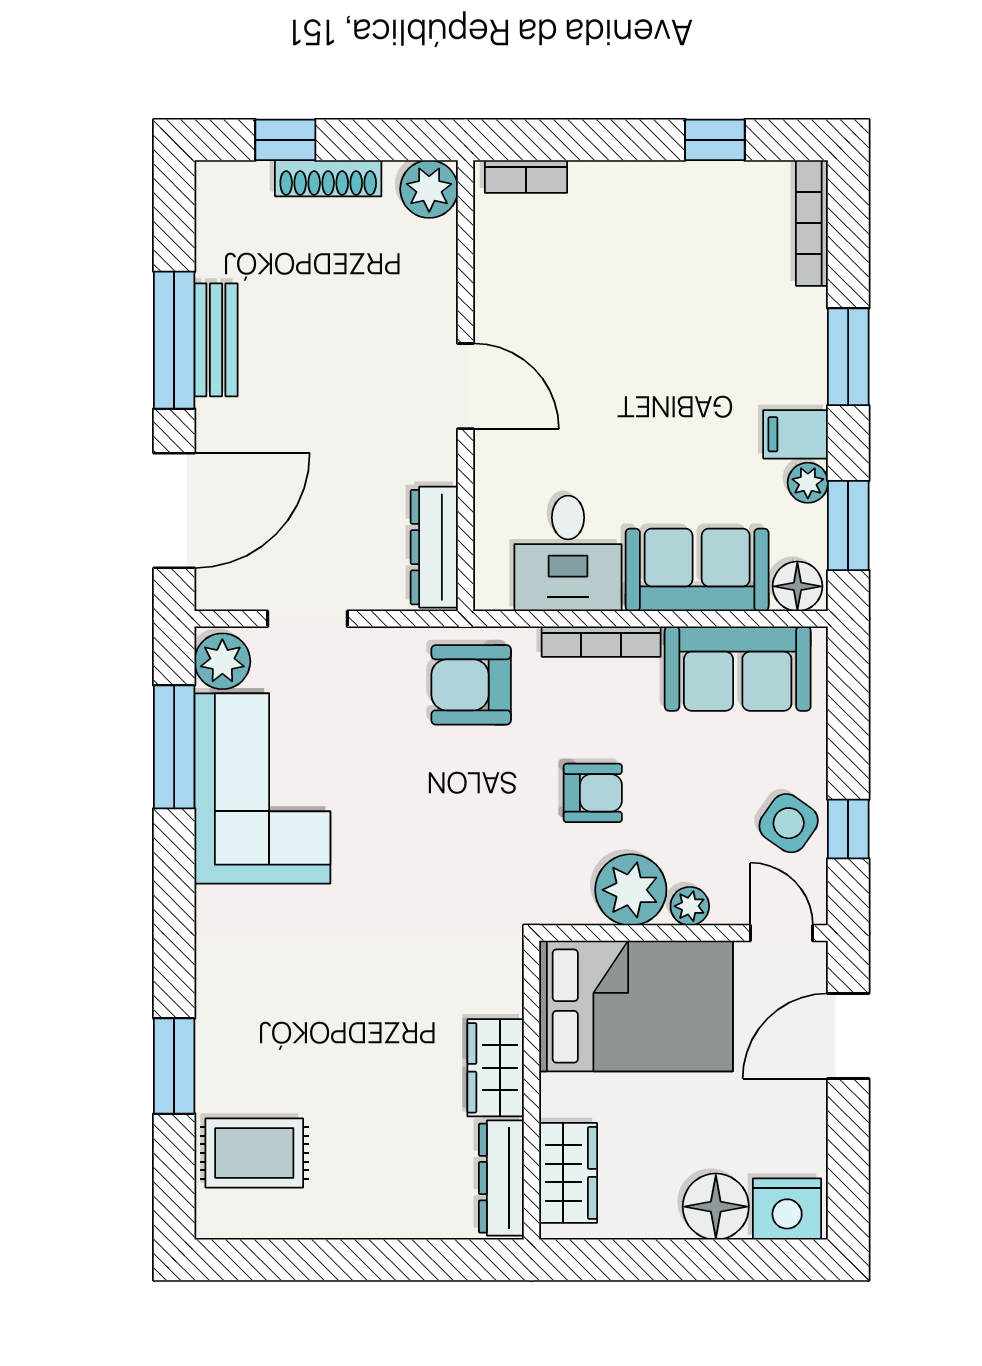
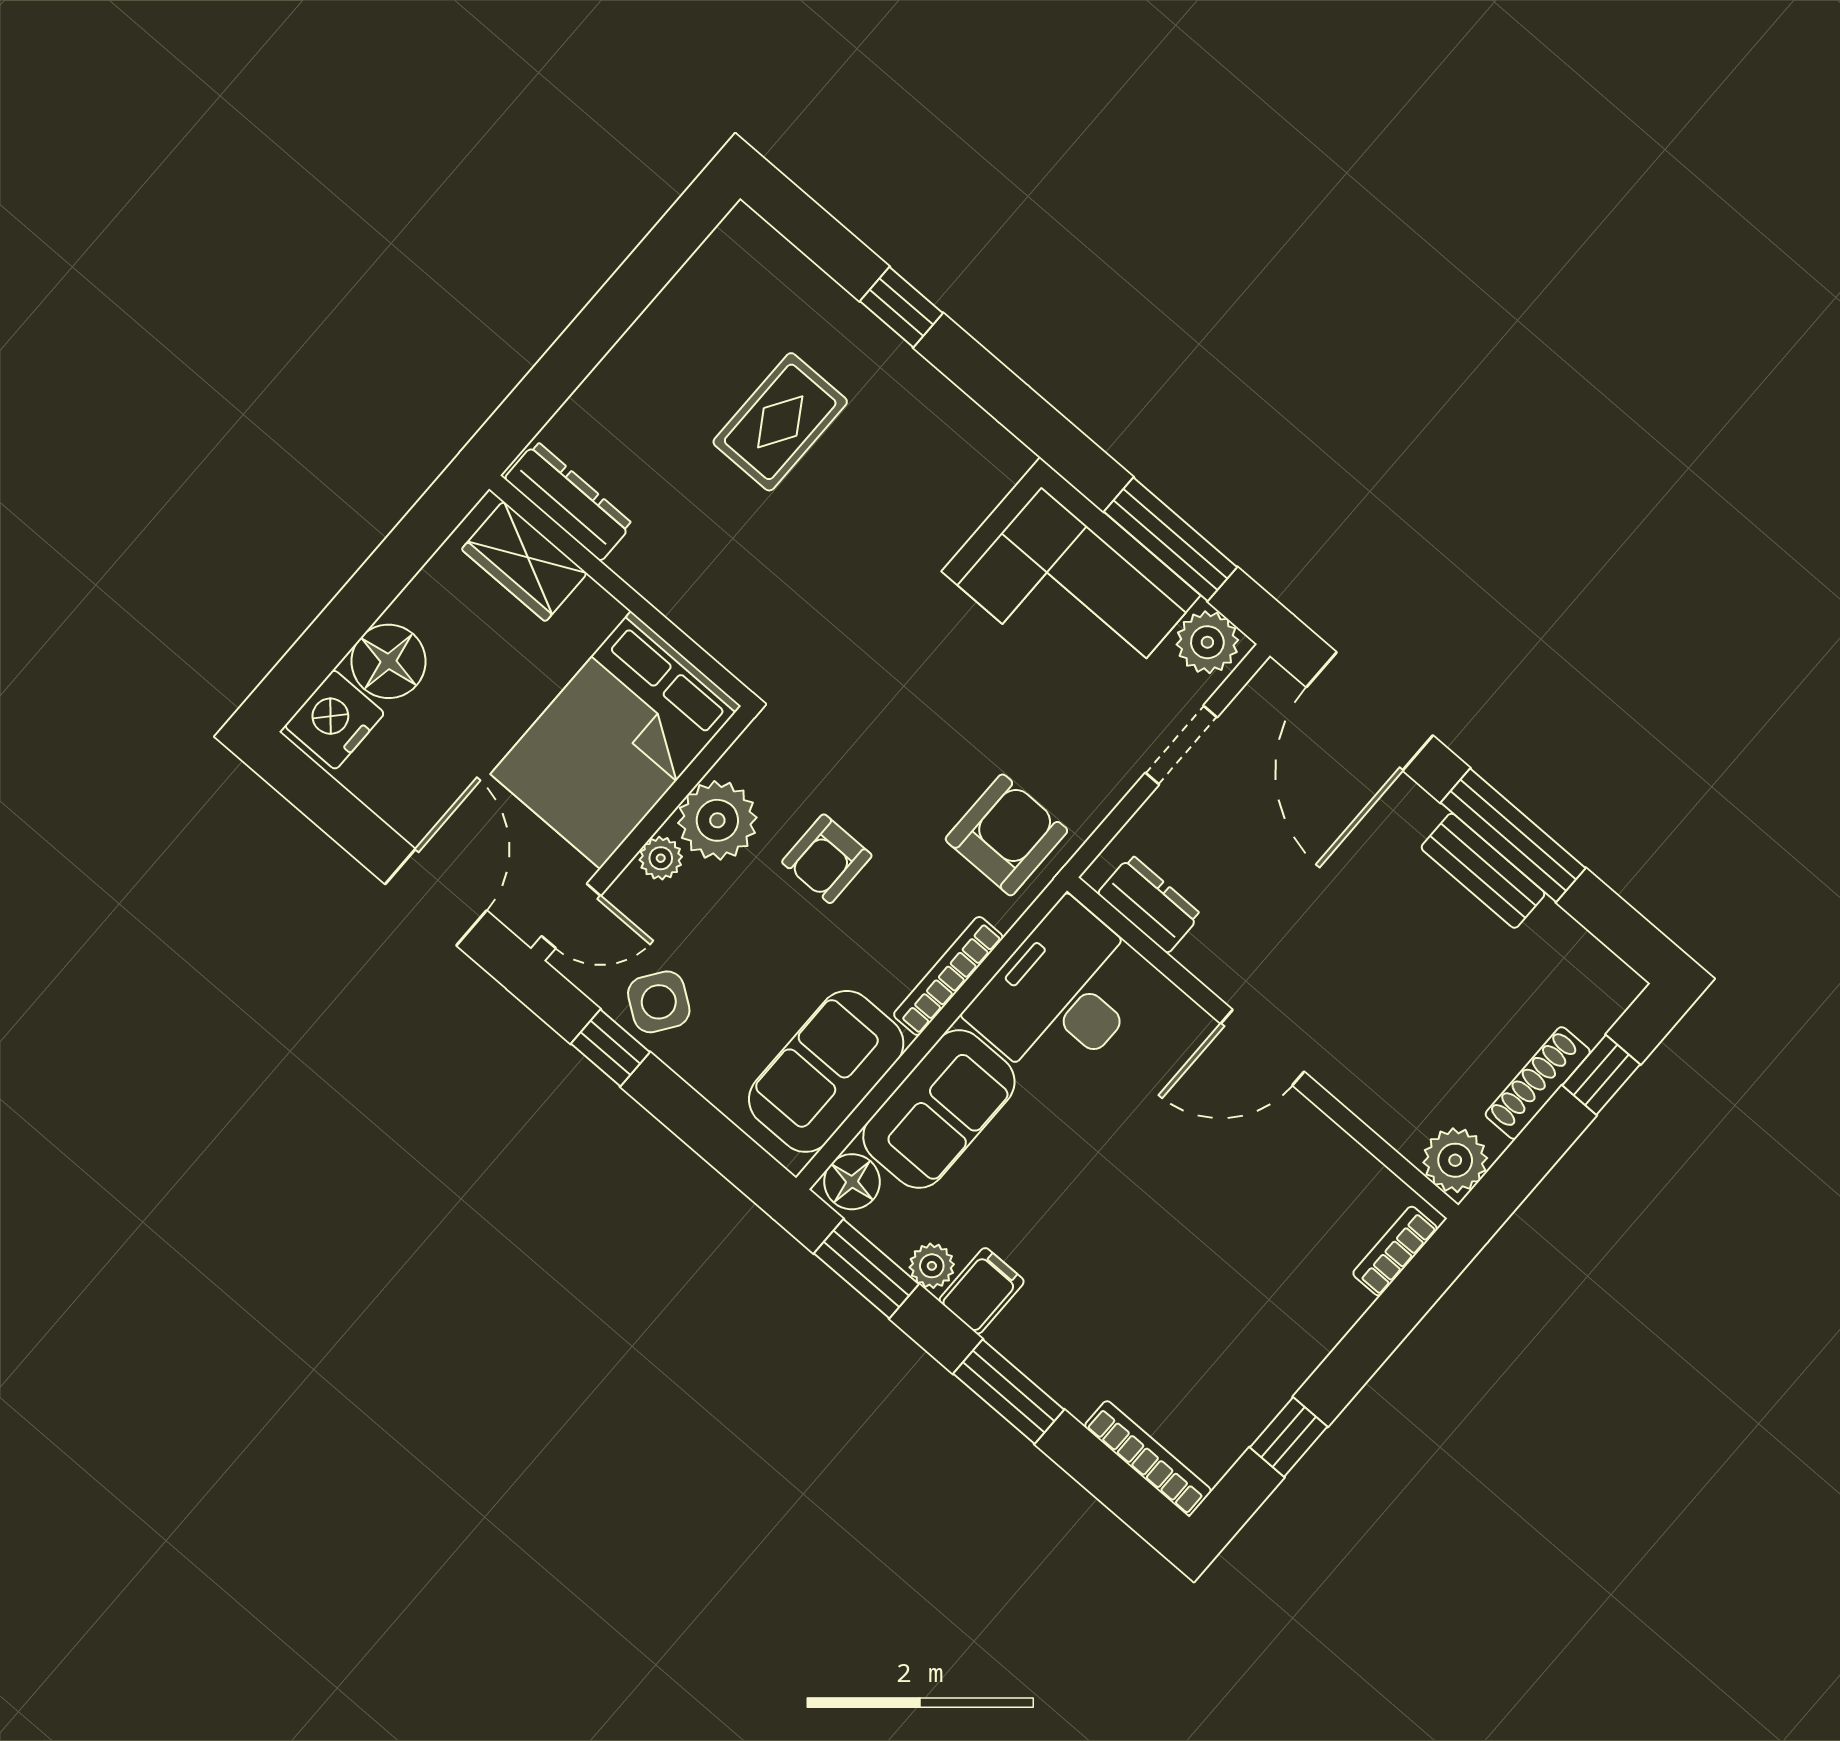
dresser: (434, 547) -> (1149, 904), width x0.70
desk: (568, 553) -> (1061, 995), width x1.37
window: (174, 1066) -> (901, 307), width x0.67
wardrobe: (496, 1068) -> (666, 577), removed
rug: (254, 1153) -> (780, 422), moved

